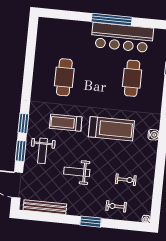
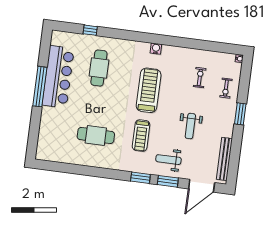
cafe table: (132, 78) -> (99, 68), turned 90
weight bench: (42, 151) -> (168, 160), turned 180

